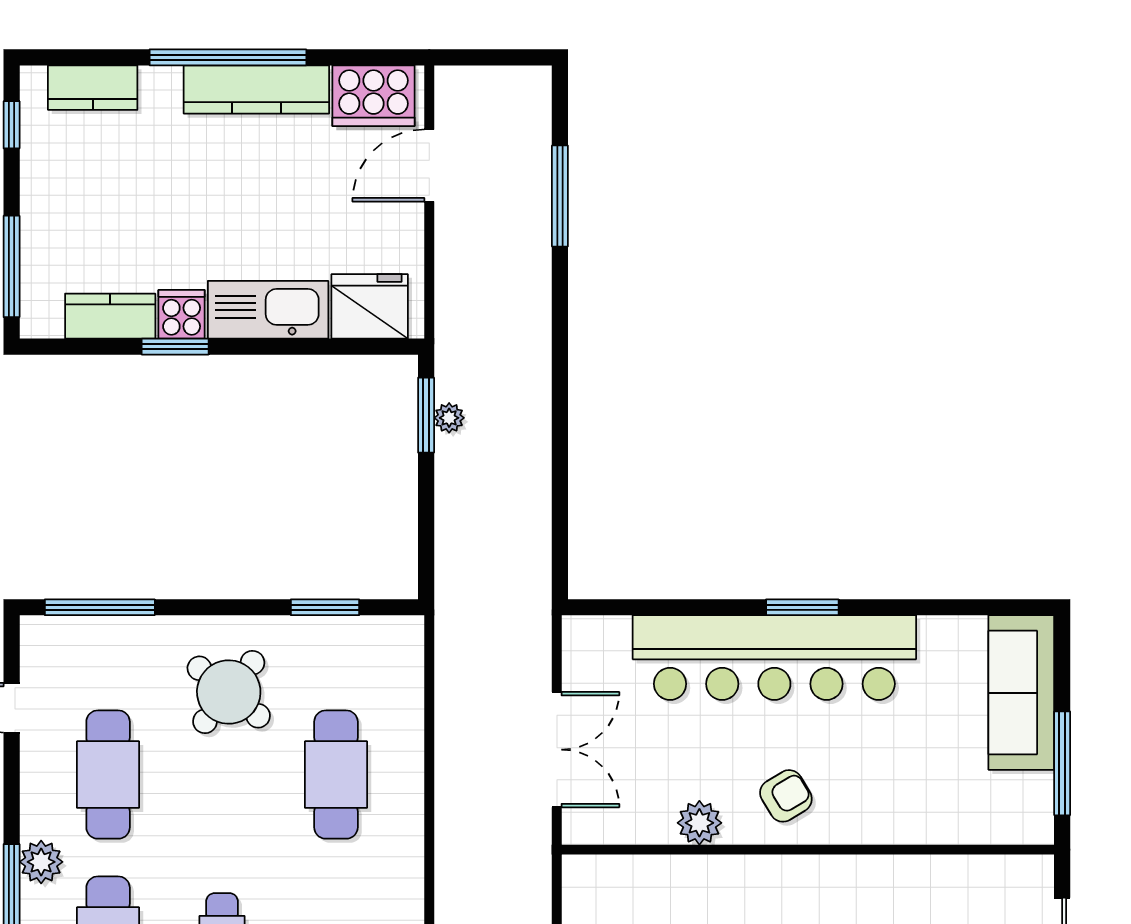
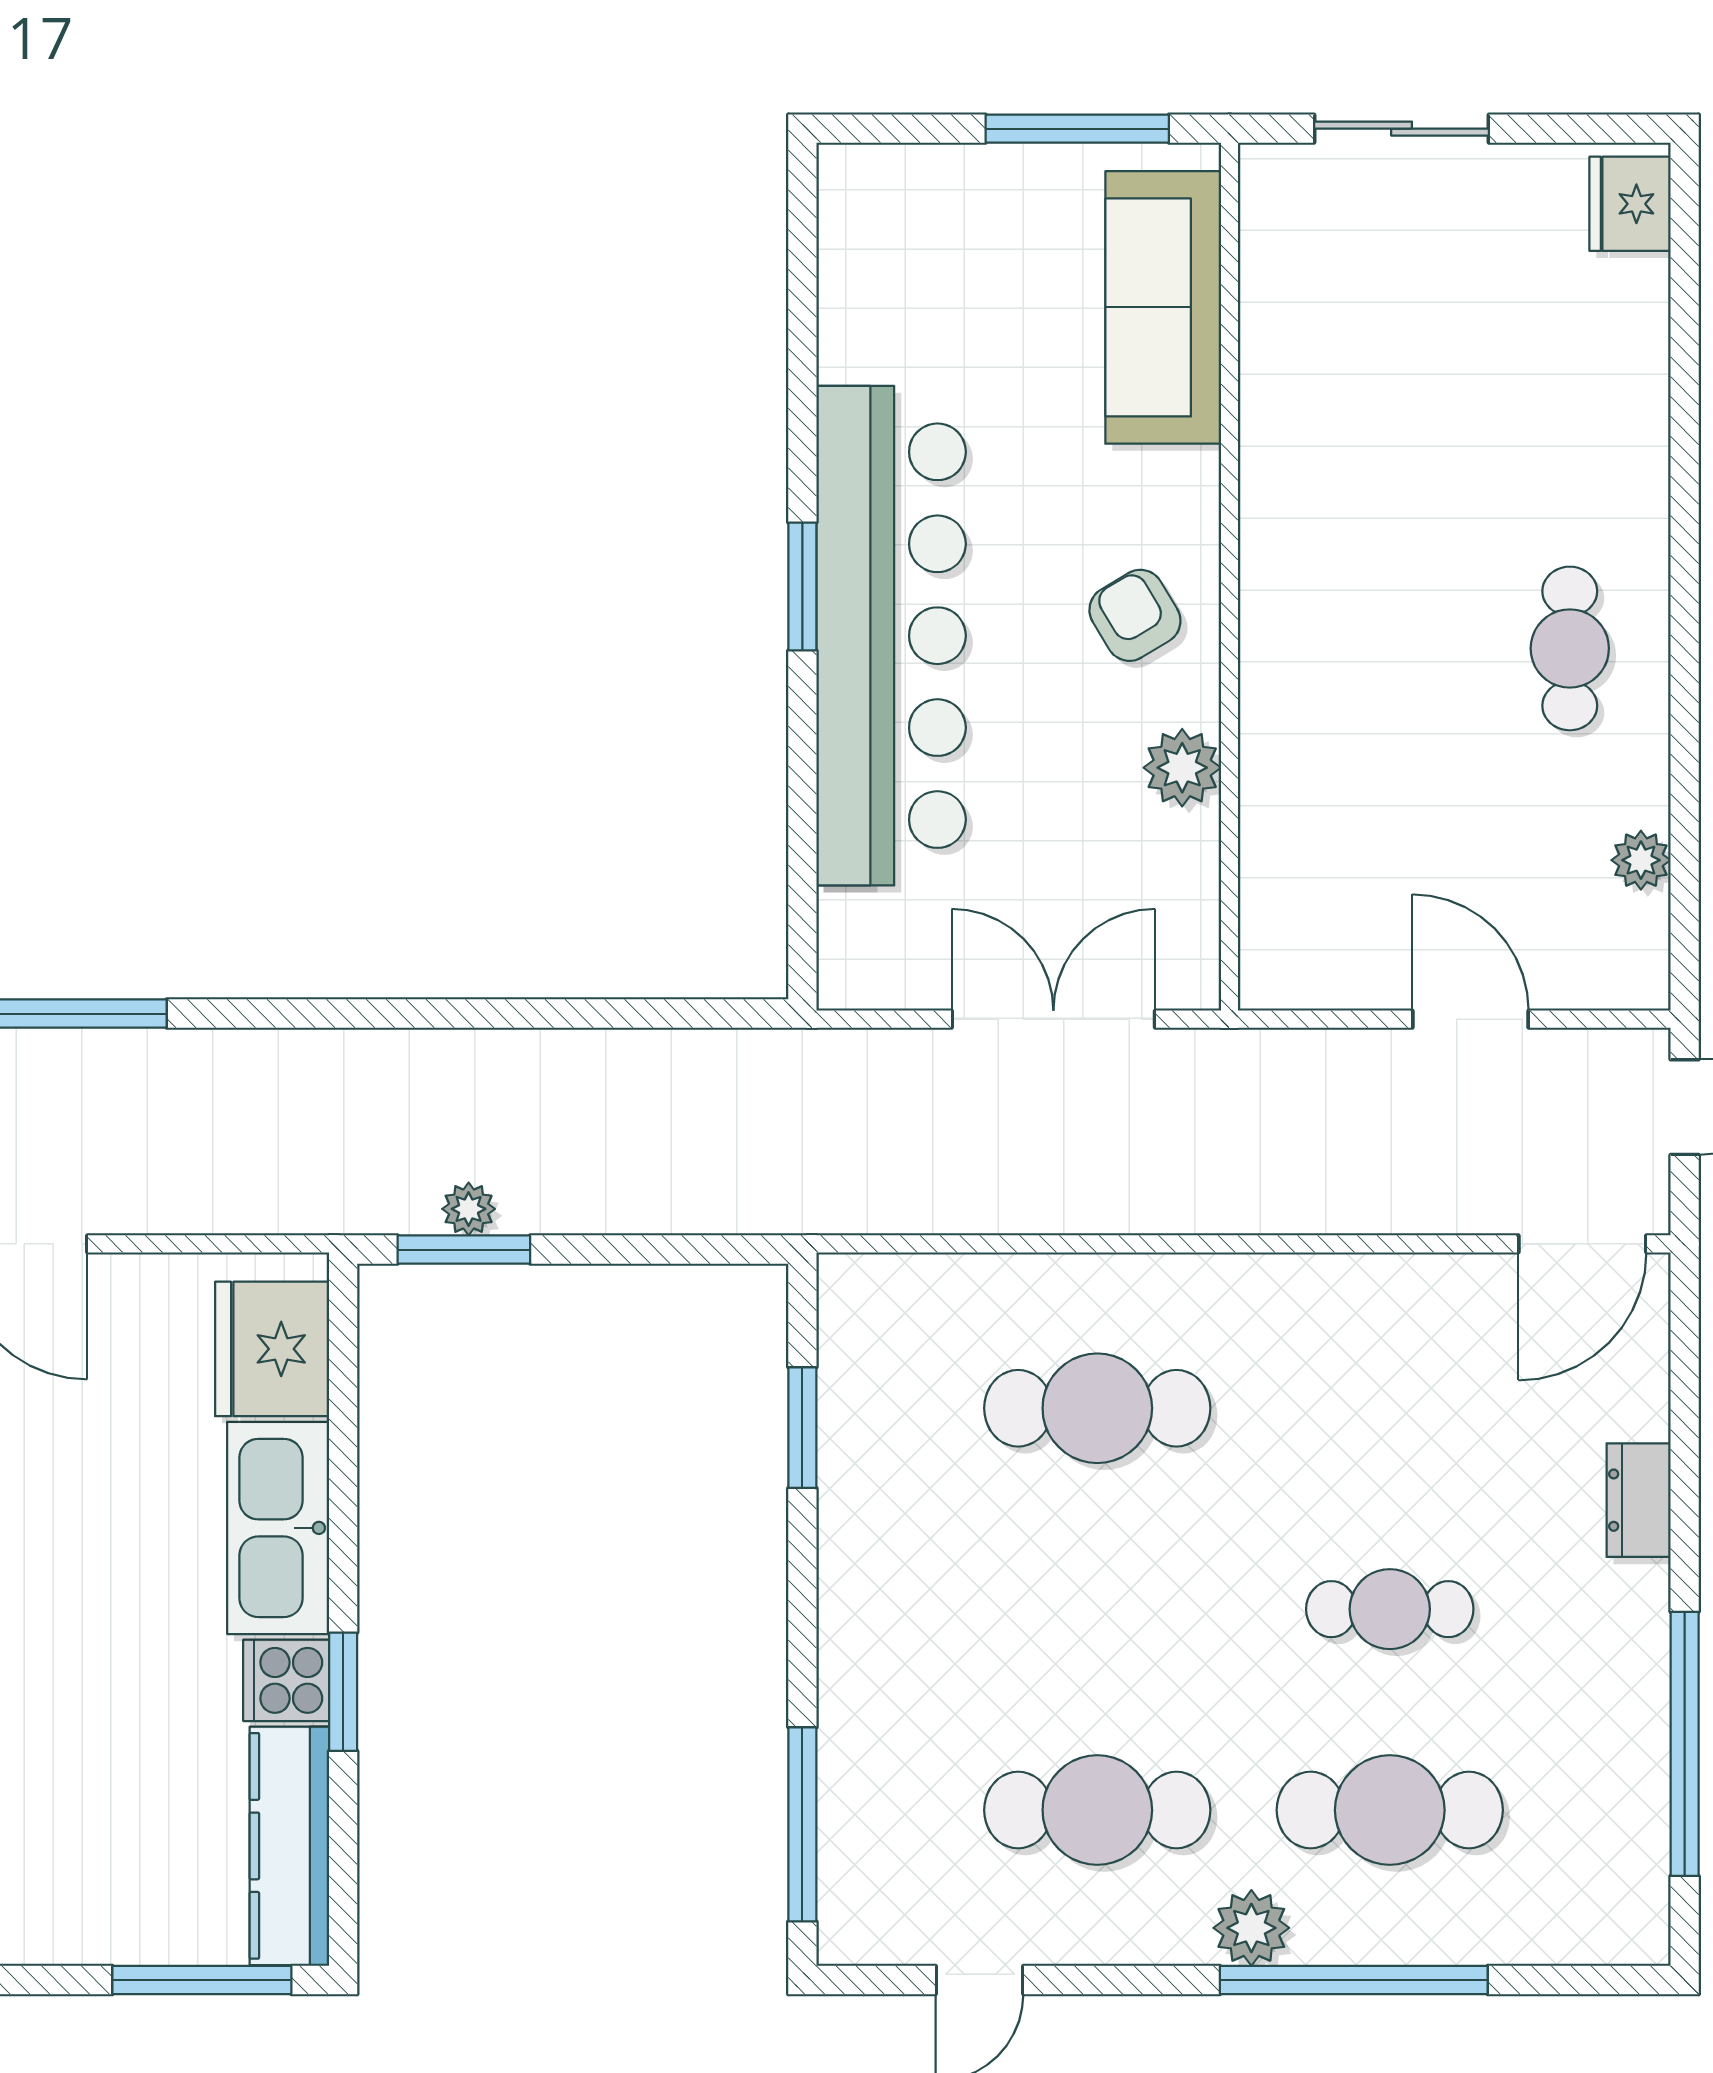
kitchen counter: (110, 316) -> (289, 1846), width x1.50
round table: (229, 692) -> (952, 1597), removed
sofa: (1021, 693) -> (1163, 307), moved, turned 90

